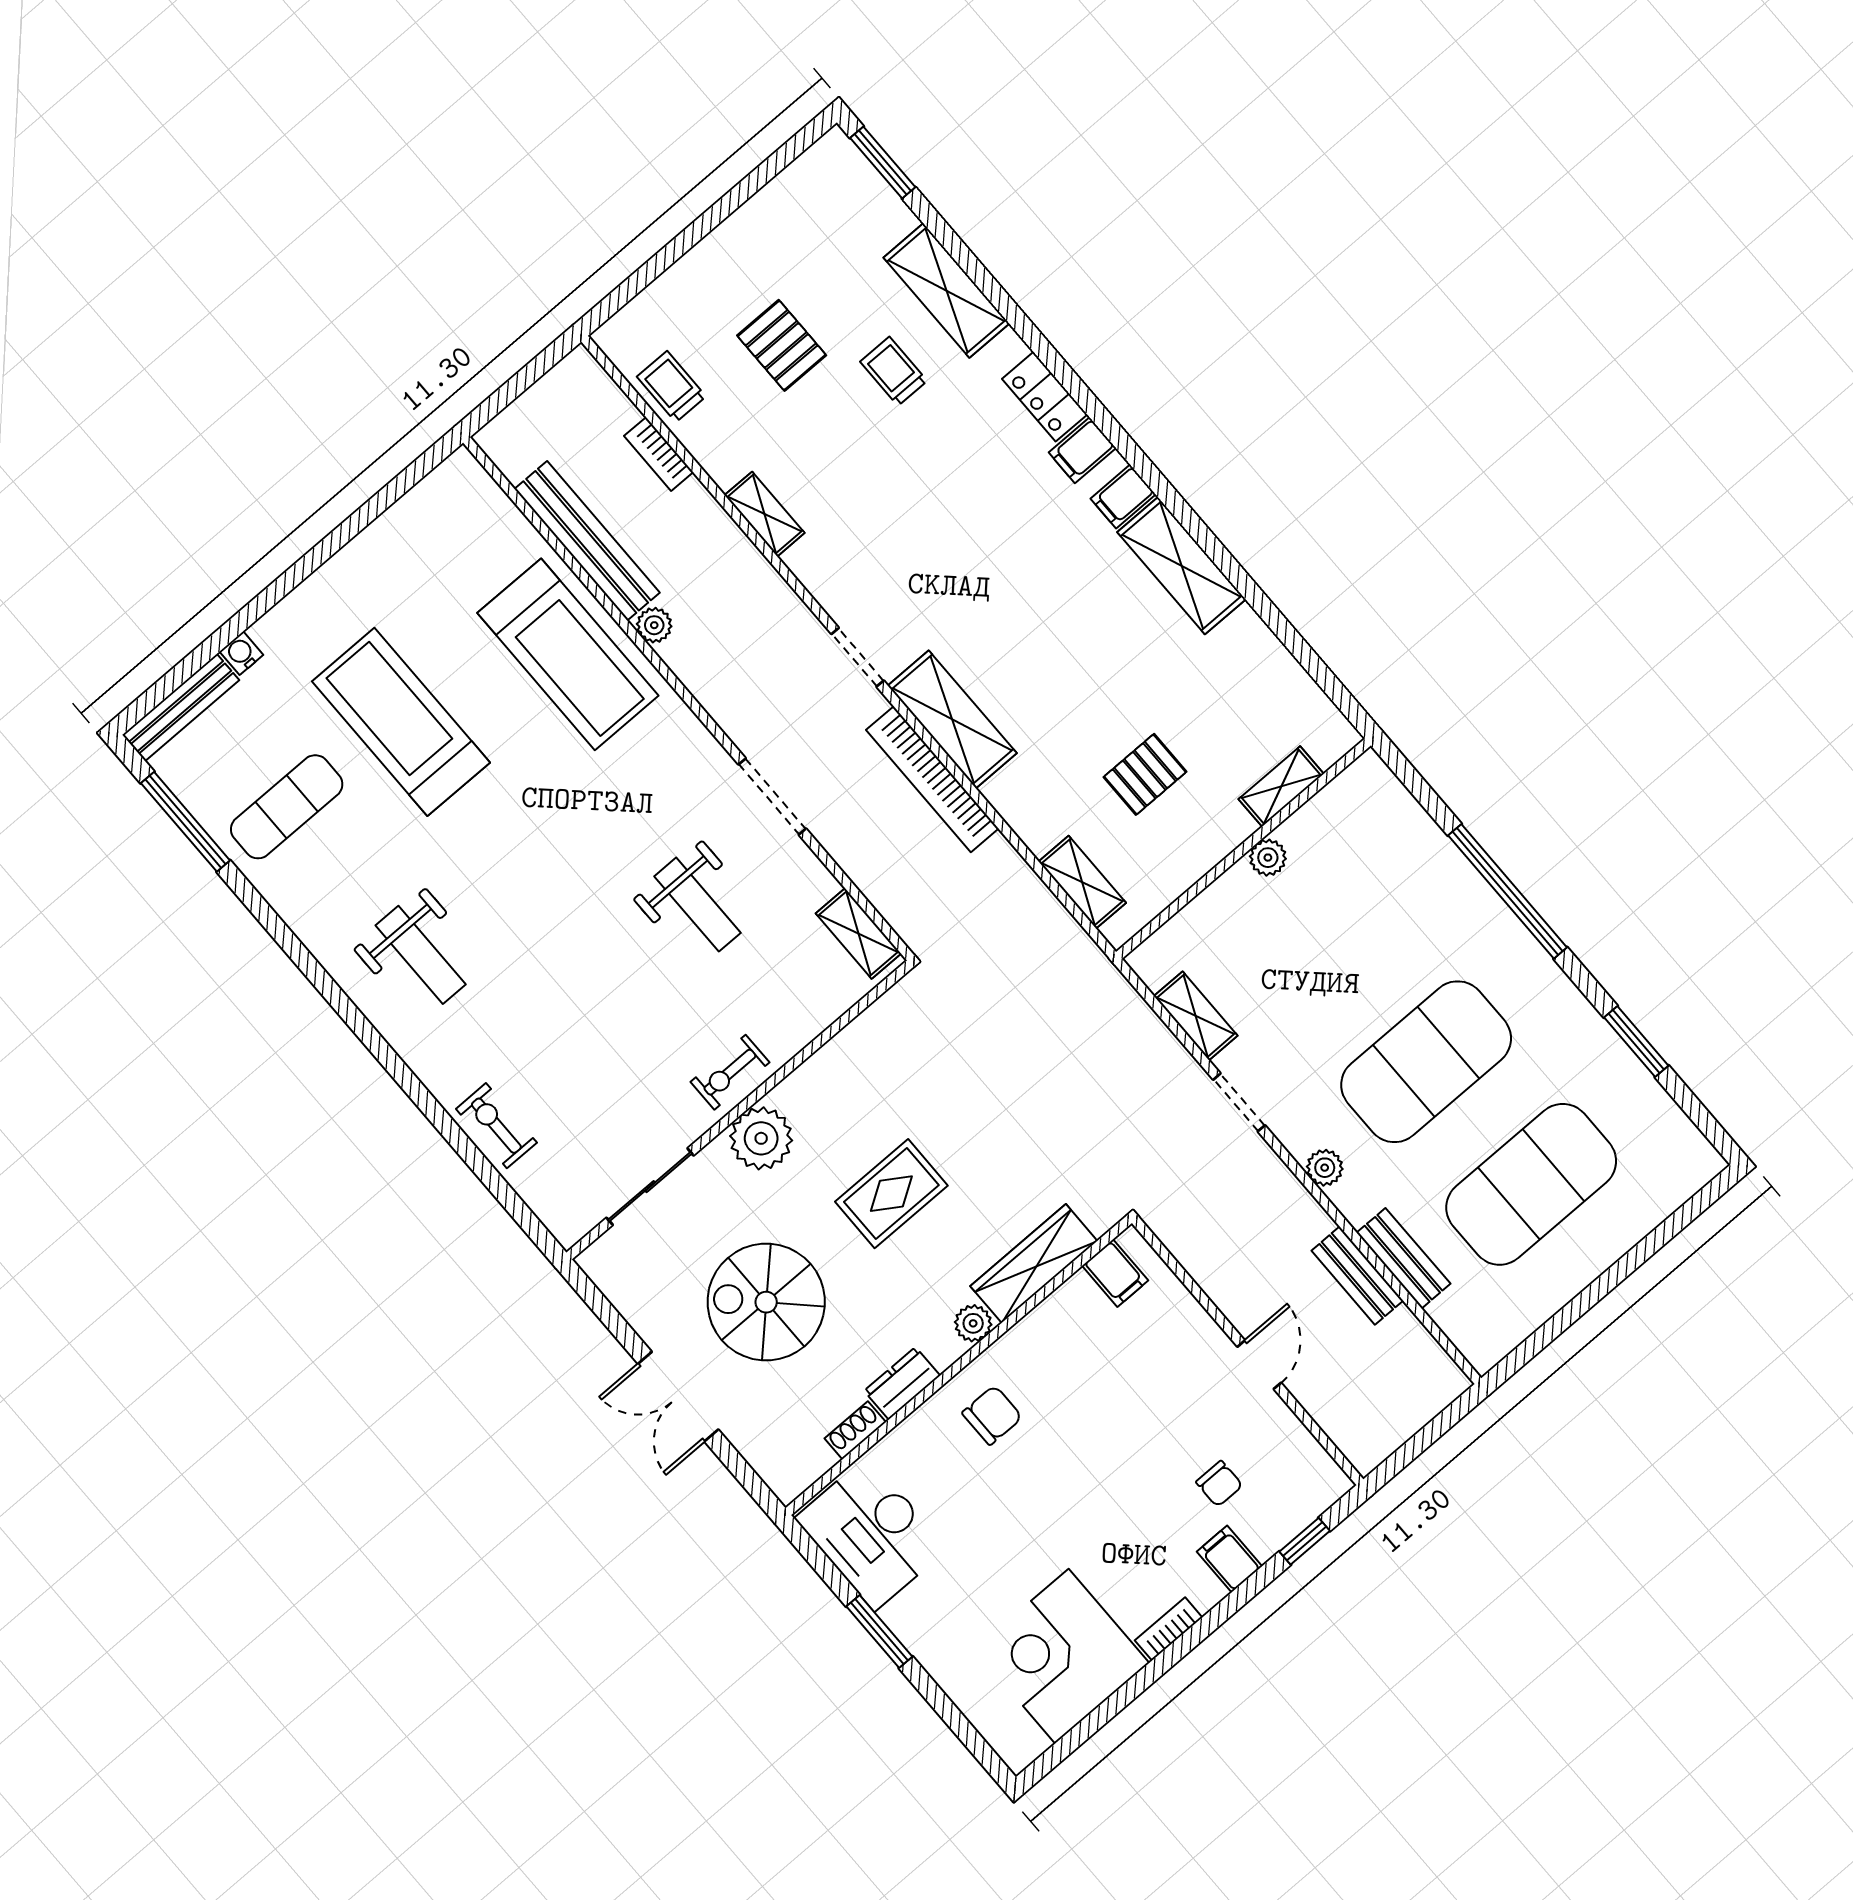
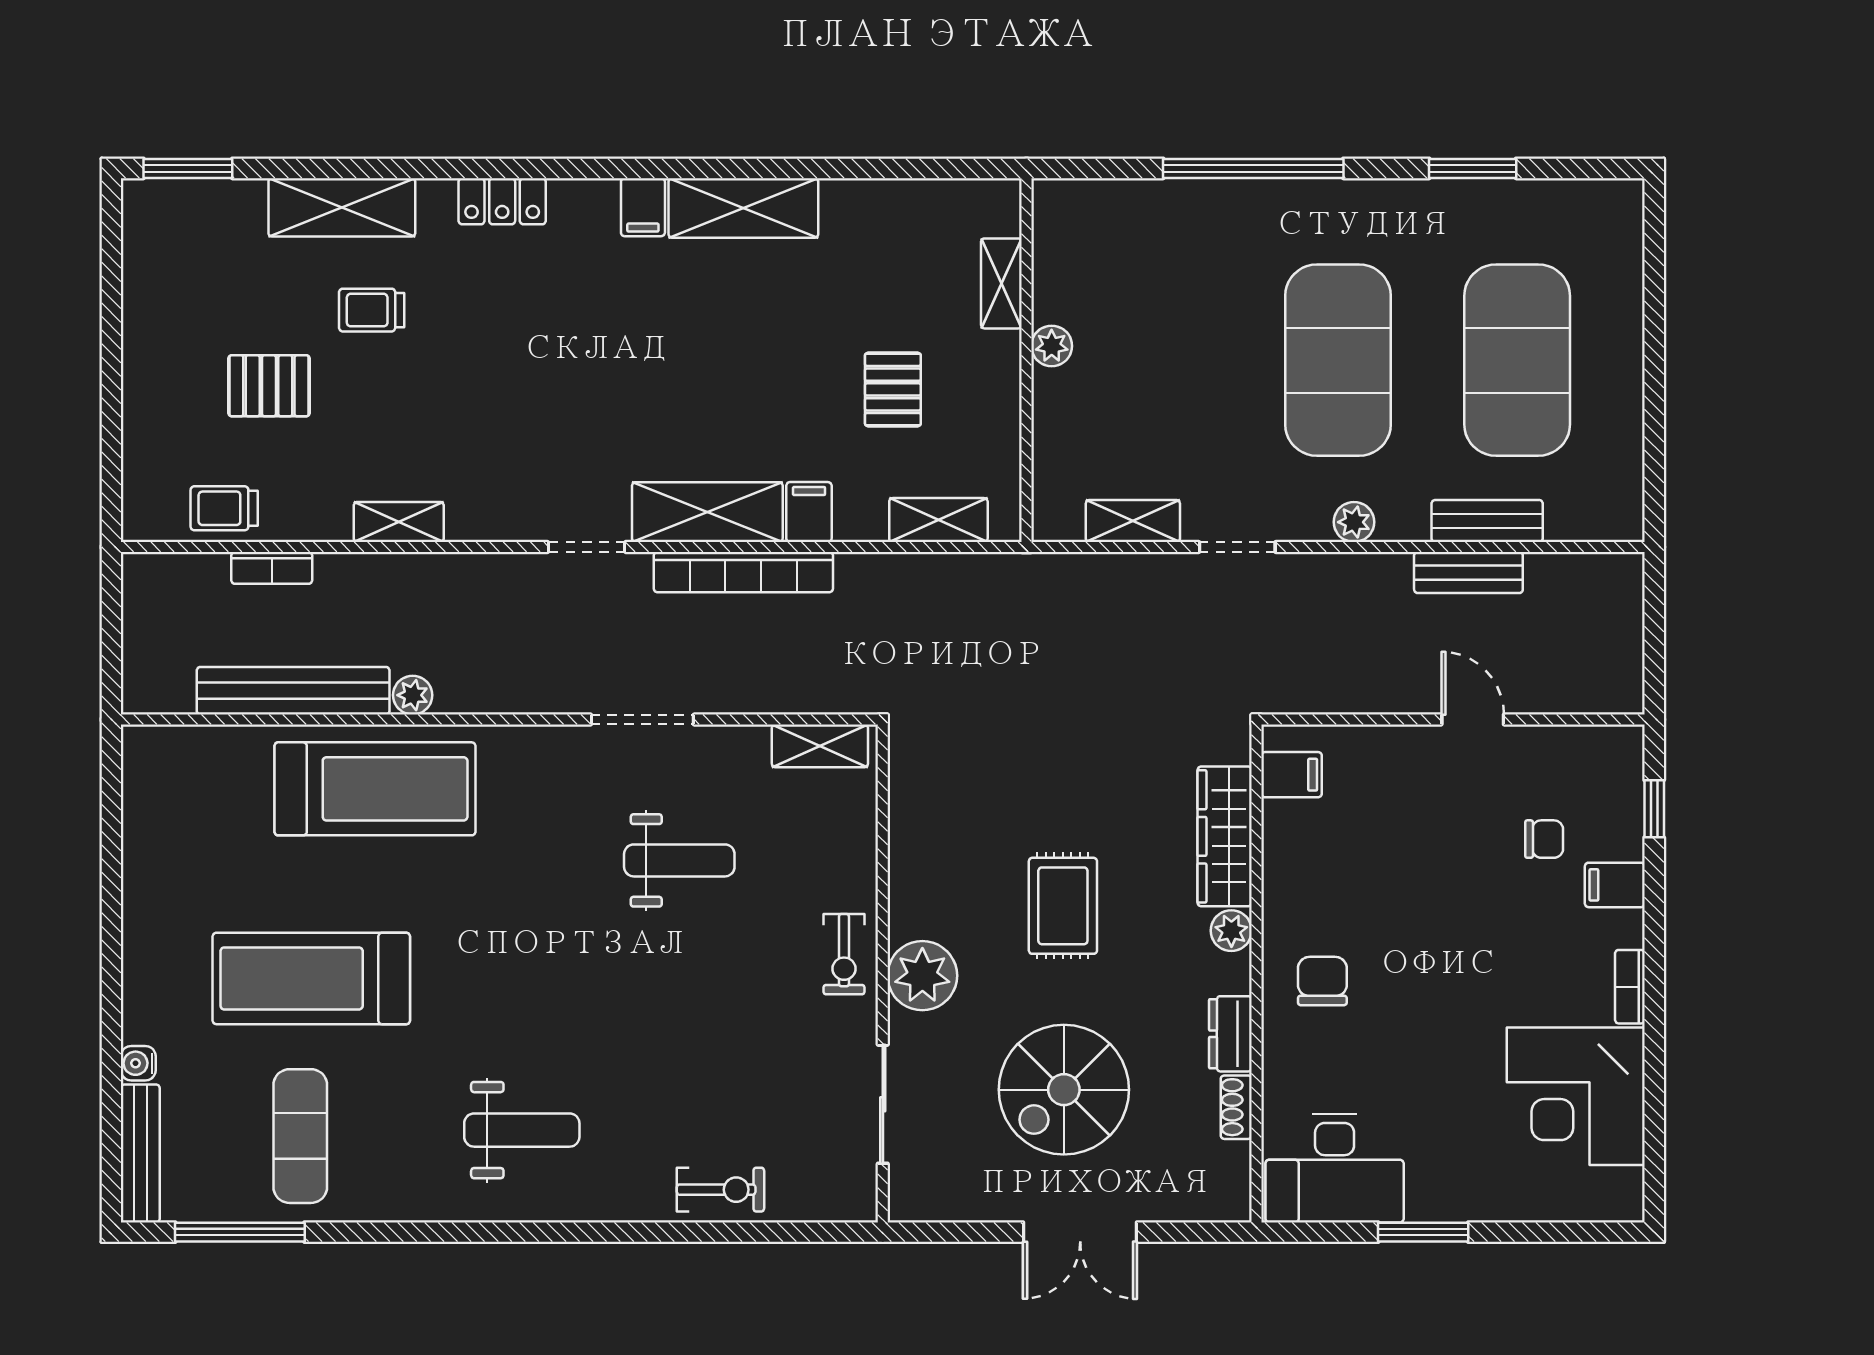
filing cabinet: (1082, 450) -> (809, 512), moved, turned 180
exercise bike: (496, 1126) -> (720, 1190), turned 180

